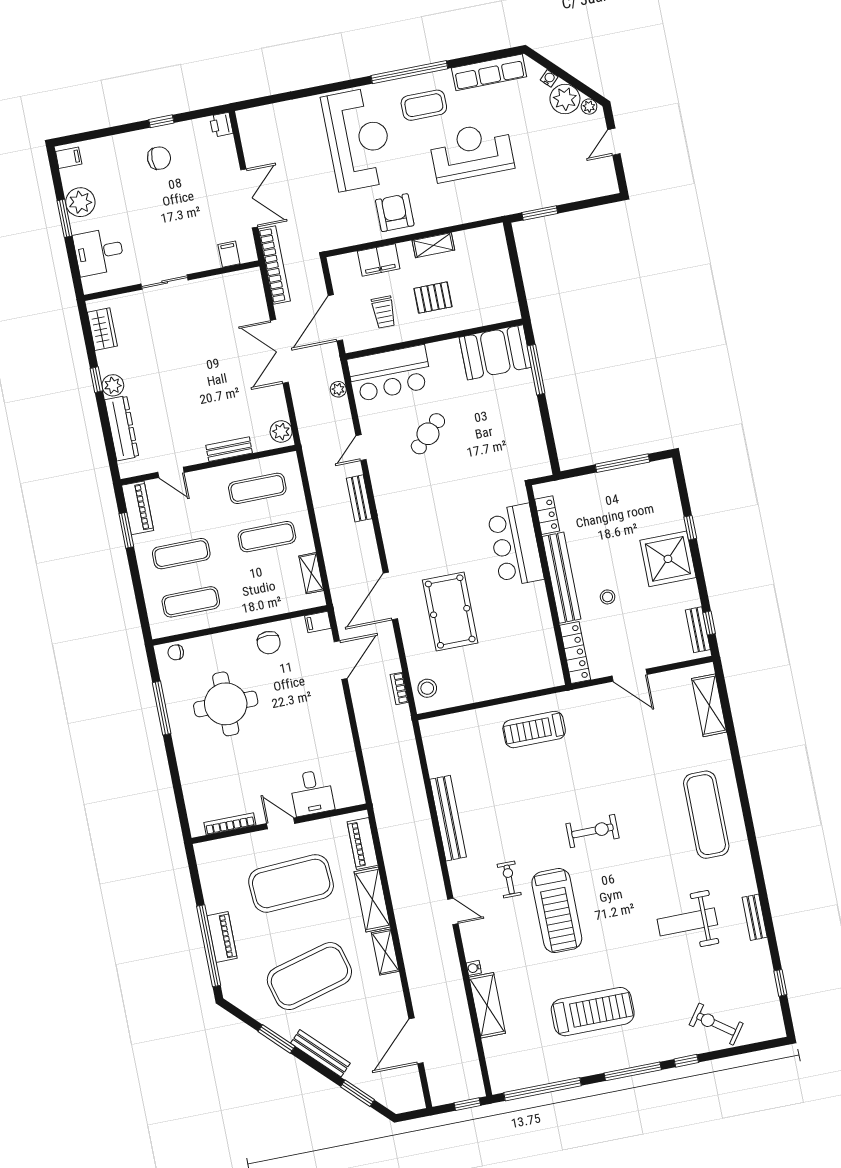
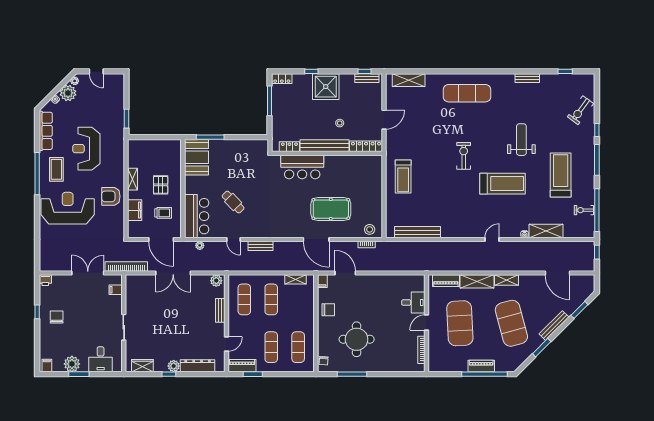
locker: (667, 477) -> (282, 79), added
bench: (448, 818) -> (418, 232), moved
exercise bike: (509, 879) -> (584, 210), moved
weight bench: (687, 922) -> (521, 140), moved, turned 180

